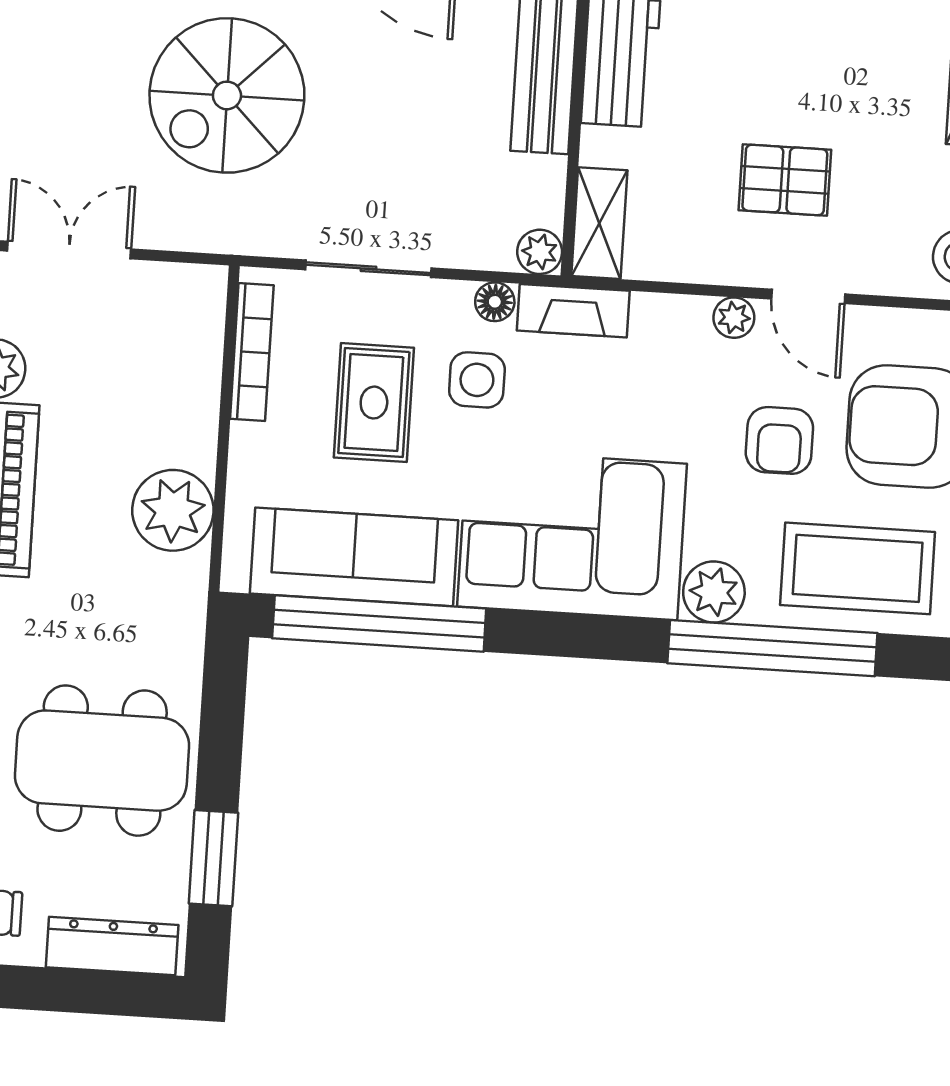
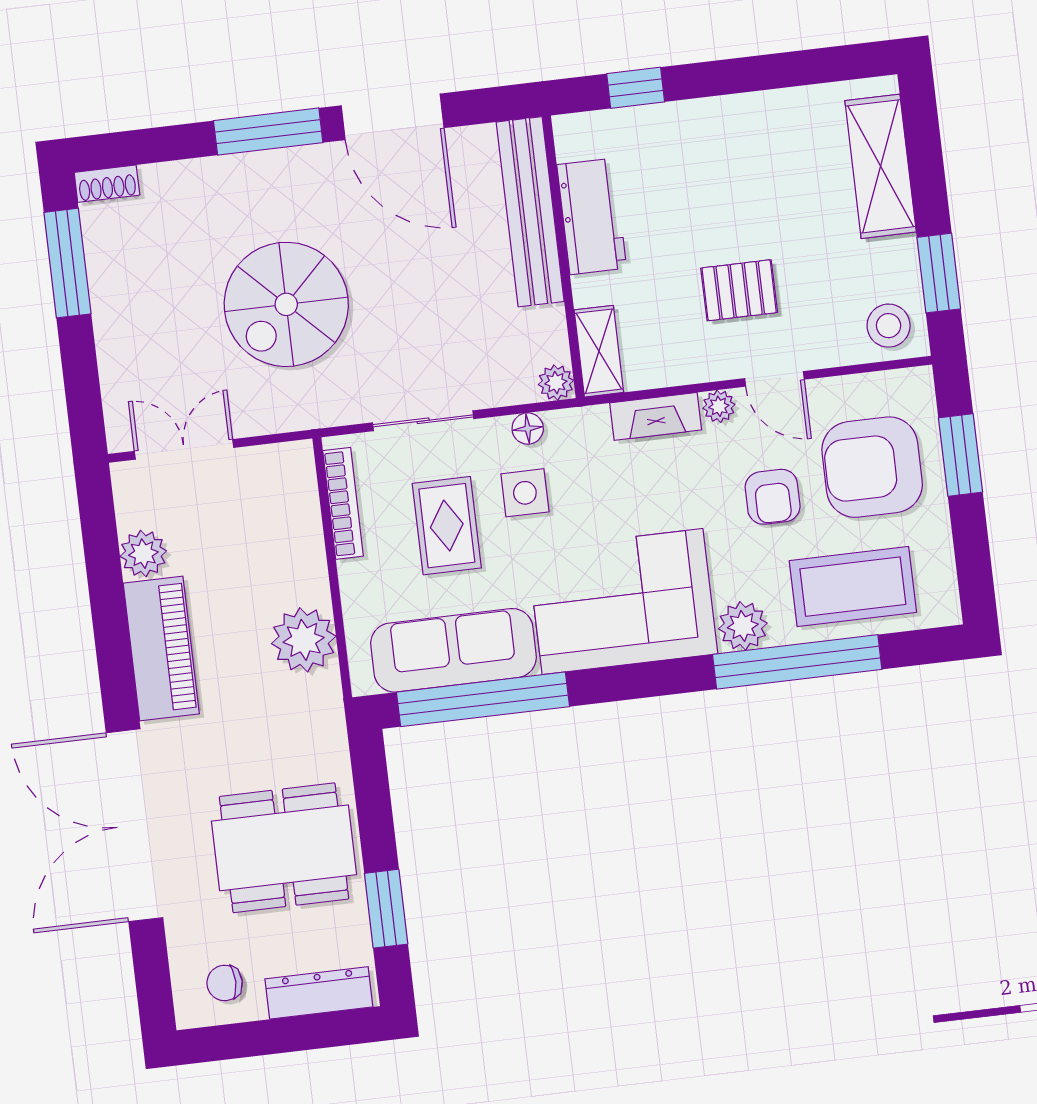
fireplace: (573, 311) -> (656, 416), moved

